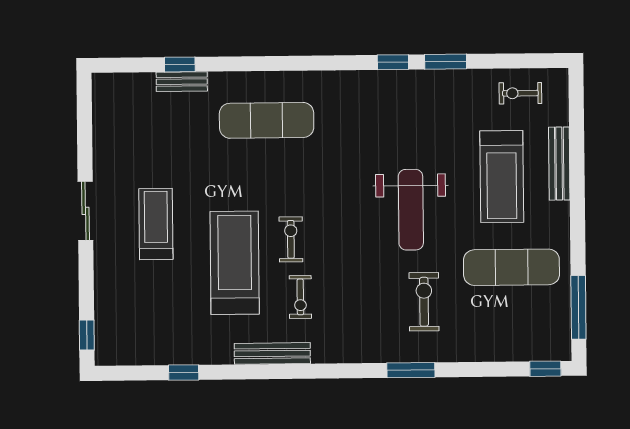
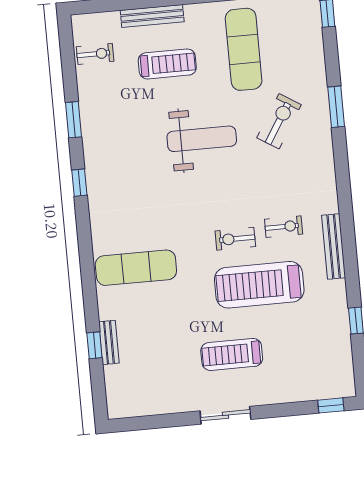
window: (393, 62) -> (79, 183), moved
exercise bike: (520, 93) -> (95, 54), turned -90
exercise mat: (267, 120) -> (136, 268), turned 90
treadmill: (502, 177) -> (167, 64), width x0.73, depth x0.73
exercise bike: (424, 302) -> (279, 121), turned 122
window: (411, 370) -> (336, 107), moved

